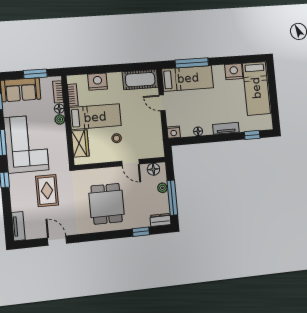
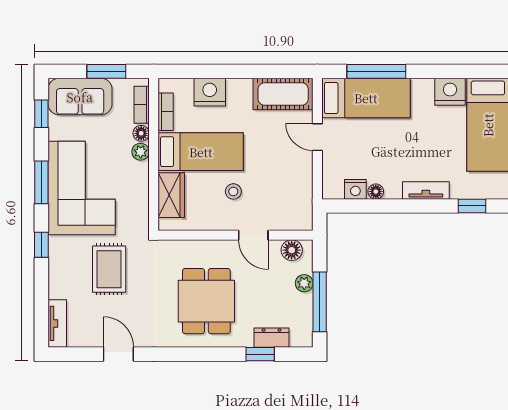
nightstand: (174, 132) -> (355, 189), moved
dresser: (160, 220) -> (271, 338), moved

